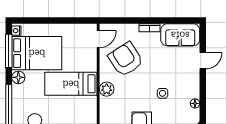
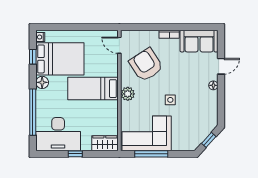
door: (98, 39) -> (119, 45), swing flipped
window: (9, 51) -> (33, 57), width x0.46
side table: (163, 93) -> (170, 100), moved
floor lamp: (195, 103) -> (213, 85), moved

